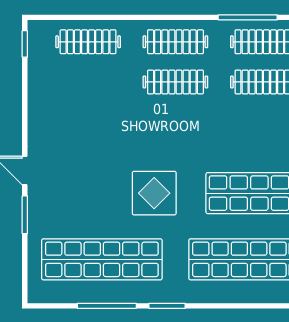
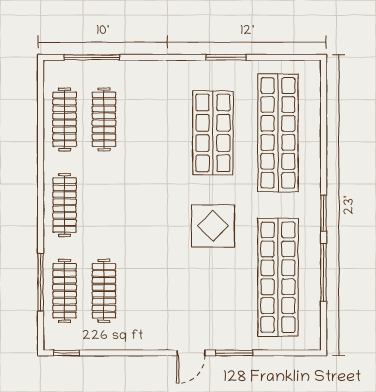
window: (248, 17) -> (41, 282), moved
clothes rail: (175, 82) -> (104, 291), moved

